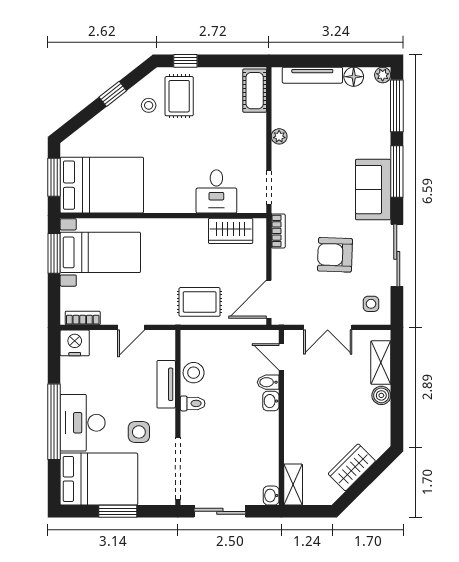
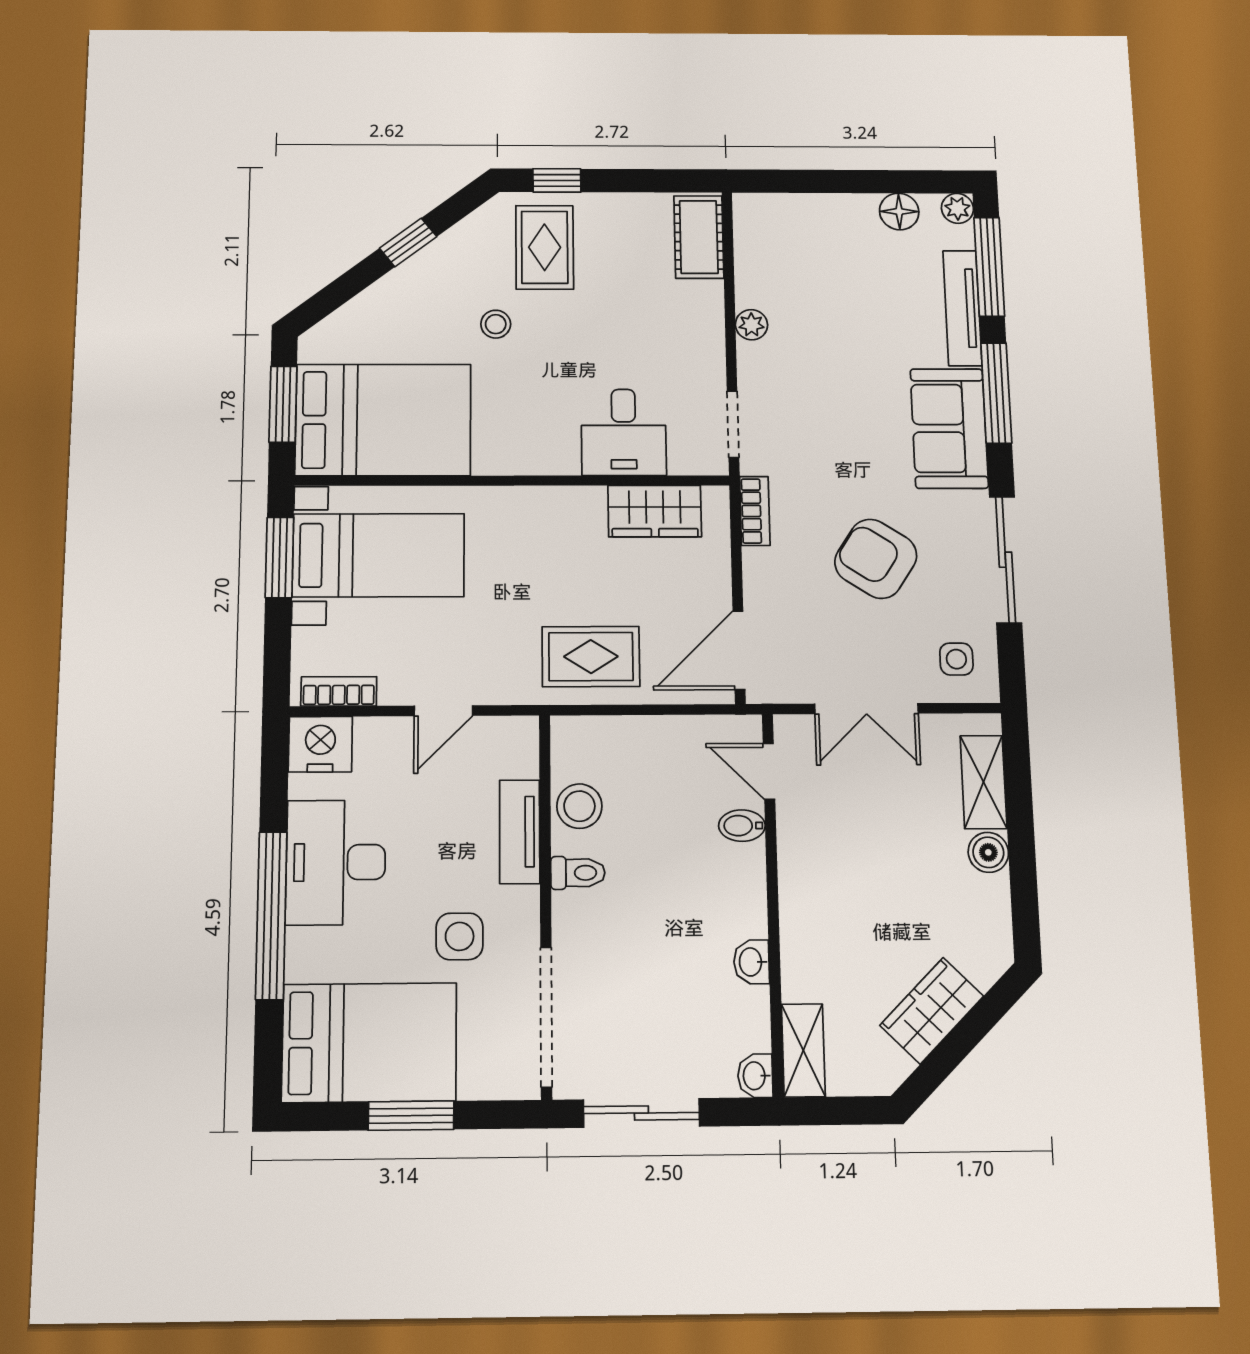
tv unit: (312, 75) -> (962, 308), moved, turned 90
stool: (149, 105) -> (496, 324), moved
armchair: (335, 255) -> (876, 559), turned 31
washbasin: (271, 401) -> (751, 962), moved
desk: (83, 423) -> (336, 862), moved

